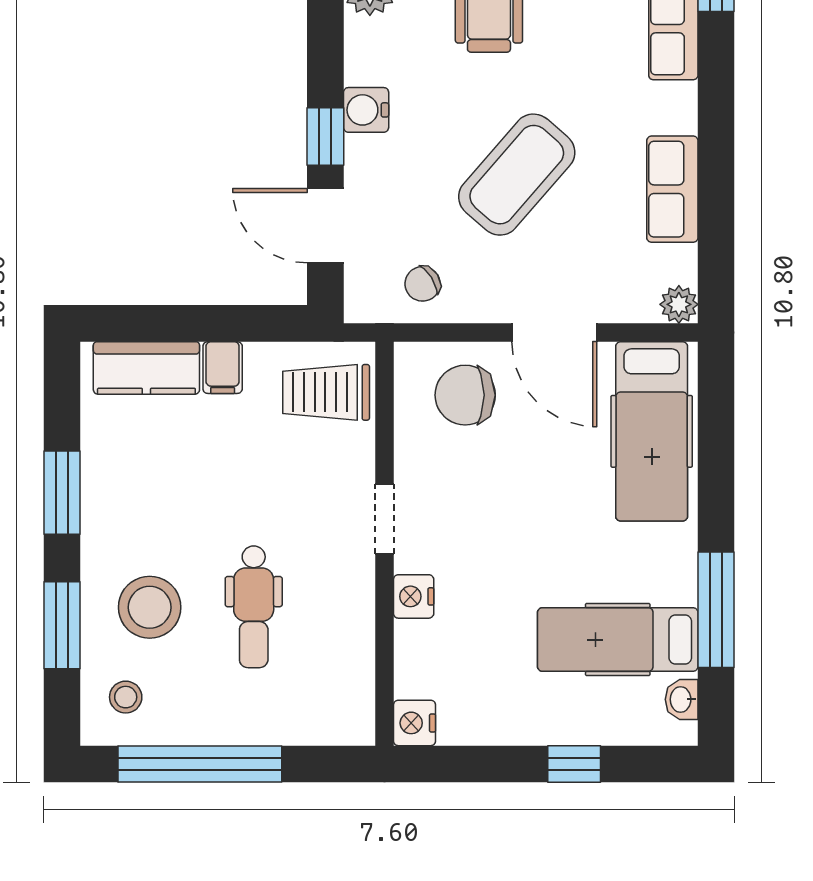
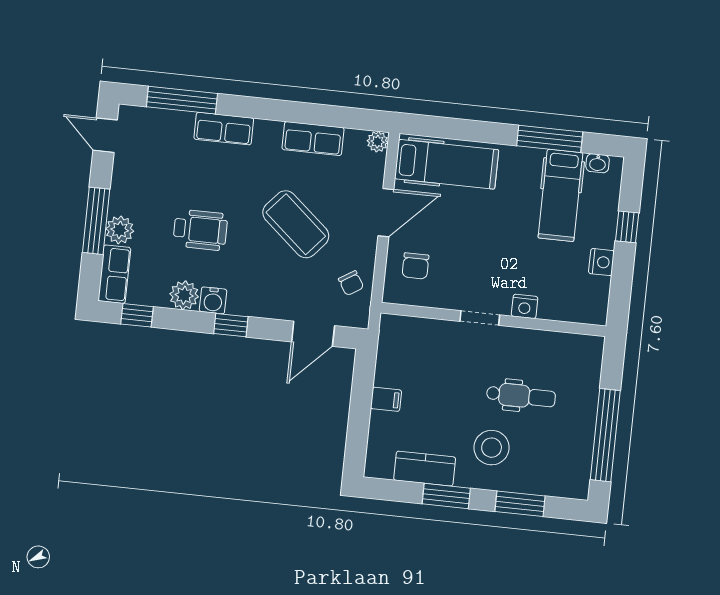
water cooler: (366, 110) -> (213, 300), moved
window: (325, 136) -> (231, 325), moved
kitchen counter: (146, 368) -> (425, 469), moved, turned -90
trolley: (326, 392) -> (406, 343), removed
chair: (465, 395) -> (415, 266), width x0.73, depth x0.73
stool: (150, 607) -> (492, 448), moved
stool: (126, 697) -> (564, 473), removed
nightstand: (414, 723) -> (601, 262), moved, turned -90

